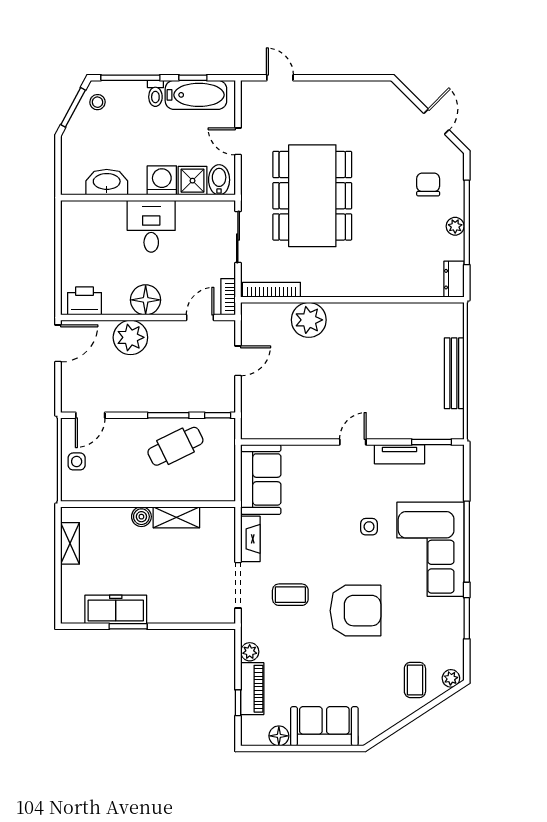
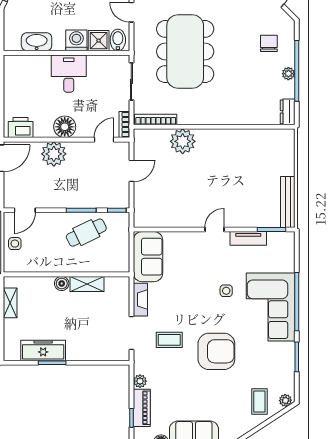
bench: (454, 373) -> (288, 202), moved

